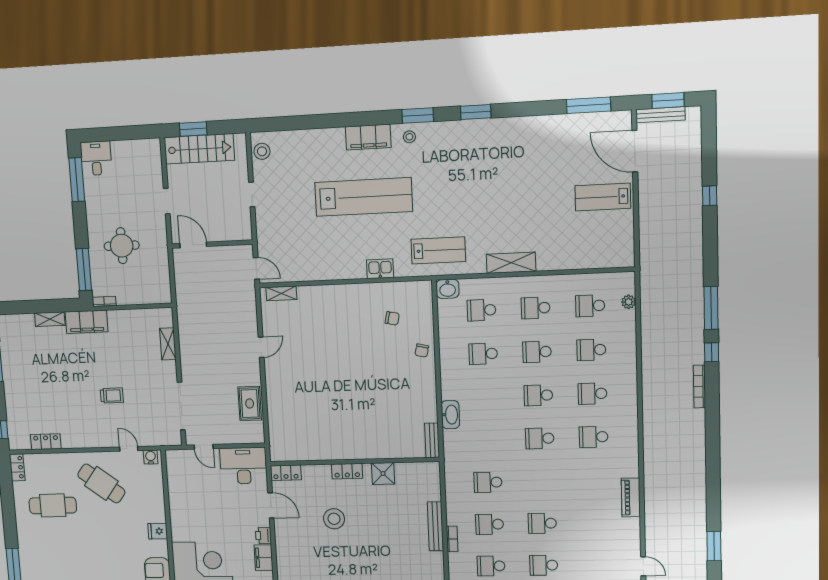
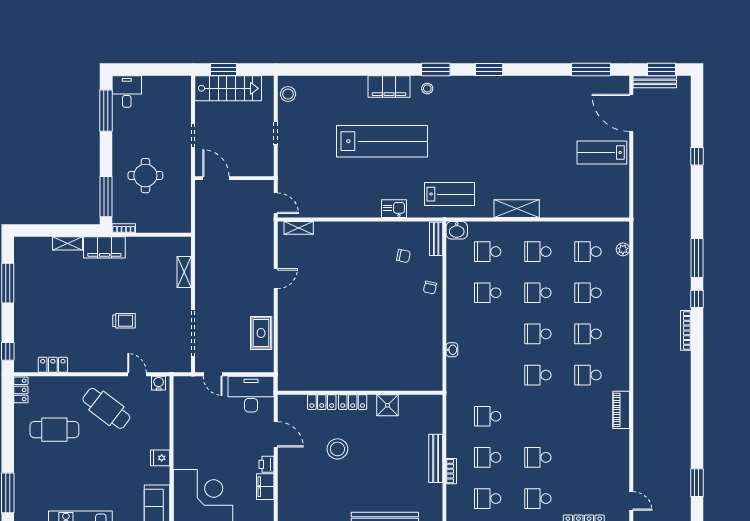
washbasin: (450, 415) -> (452, 350), width x0.52, depth x0.69
bench: (432, 440) -> (436, 239), moved
locker: (286, 473) -> (322, 402), moved
piano: (631, 497) -> (621, 410), moved

